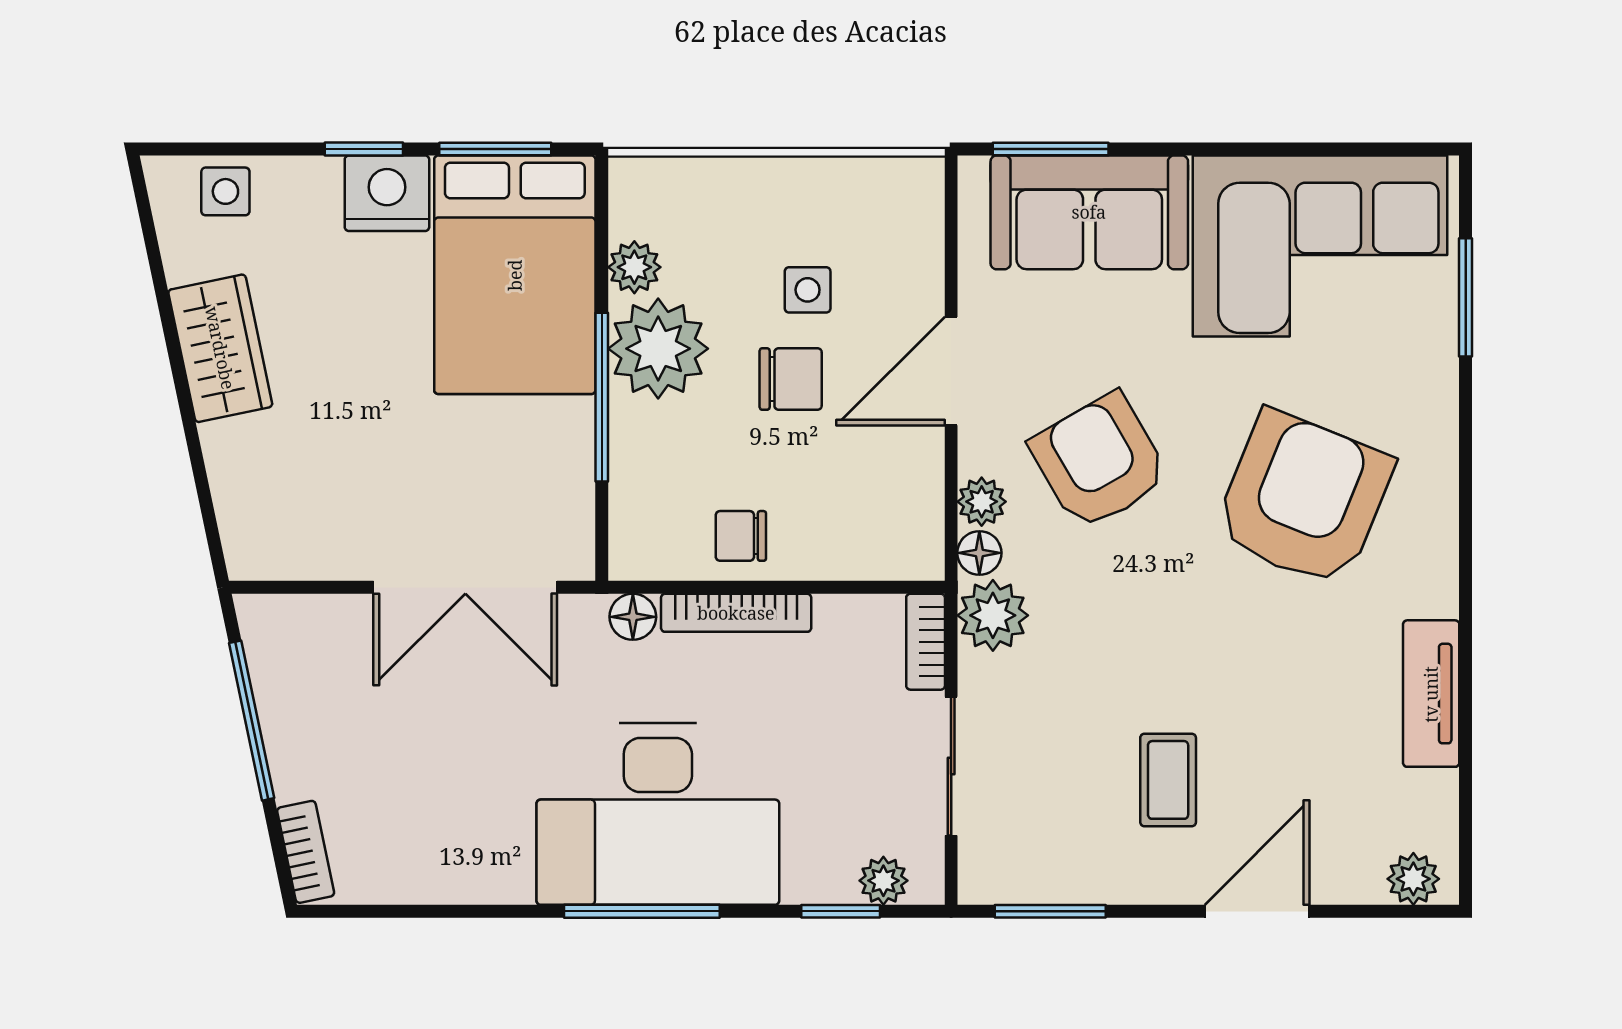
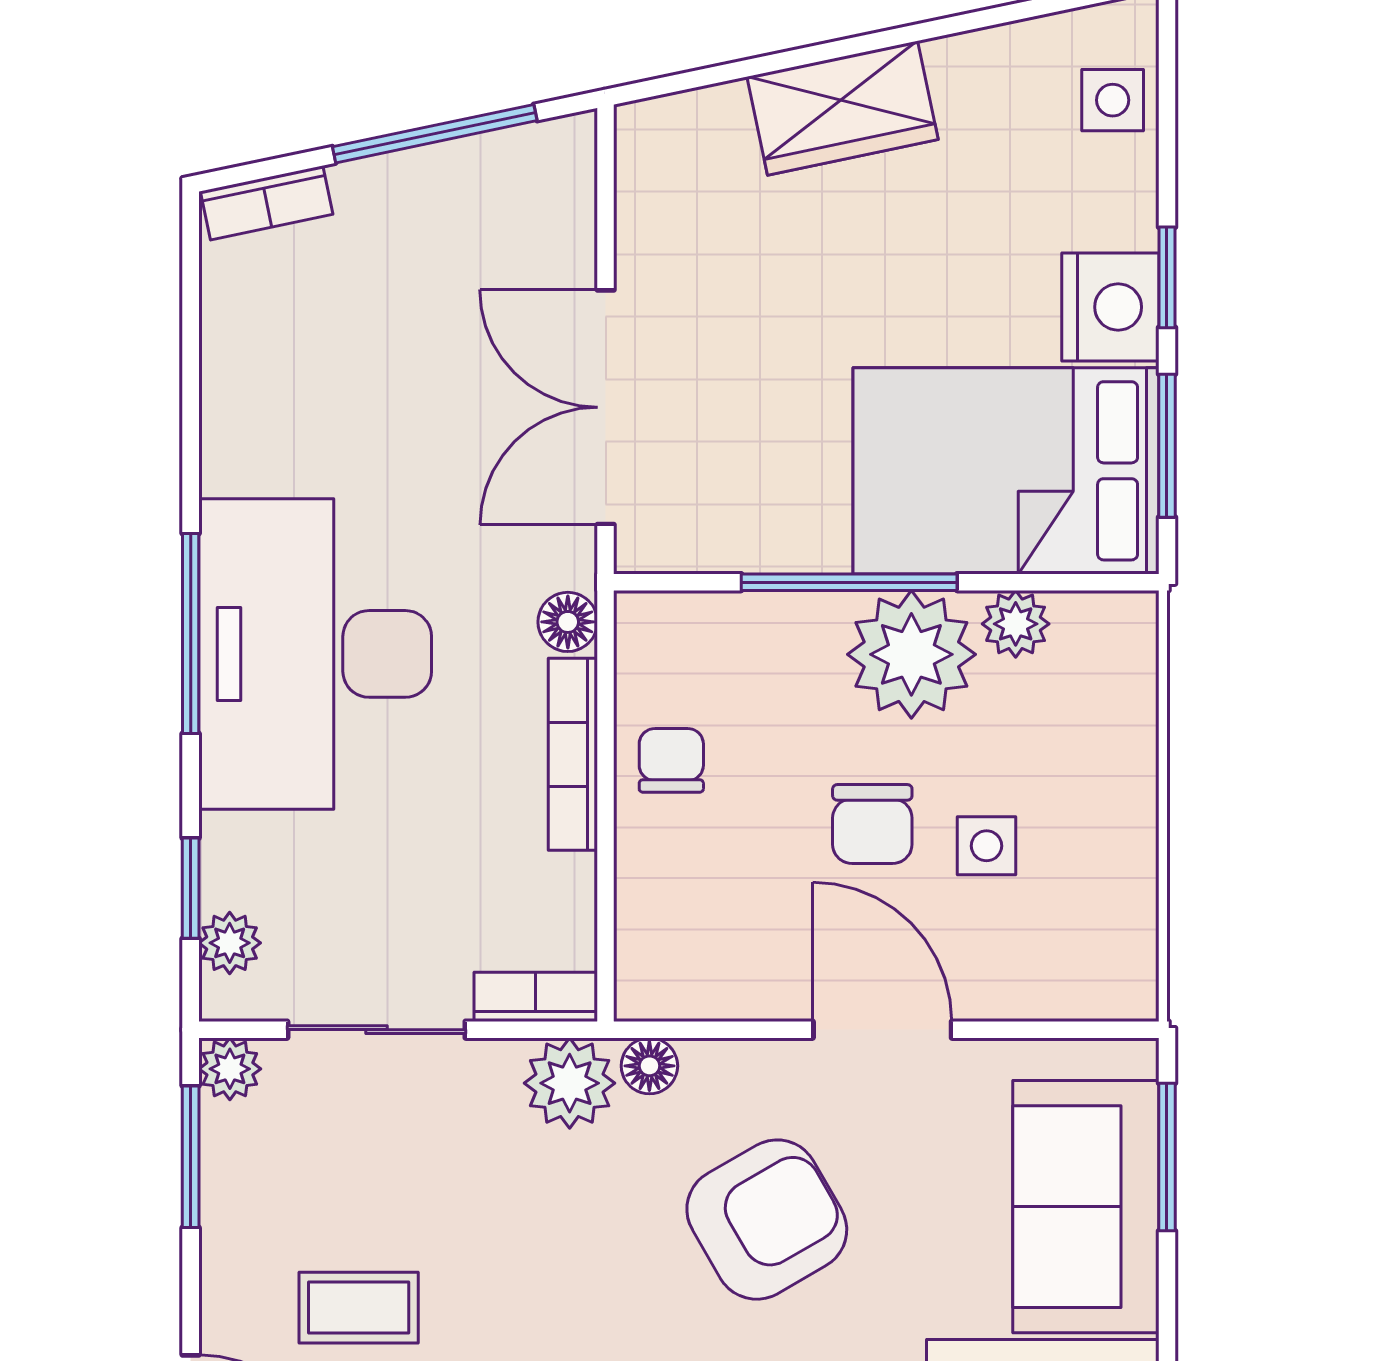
wardrobe: (220, 348) -> (843, 108), moved
plant: (982, 502) -> (230, 1069), moved

